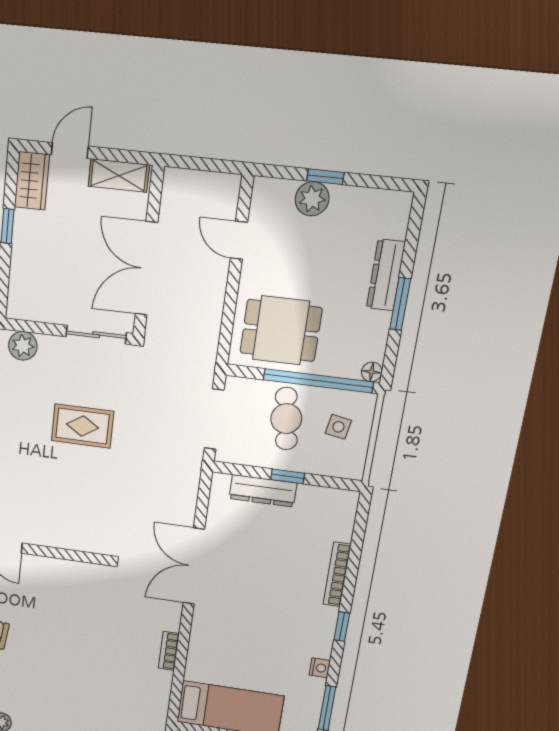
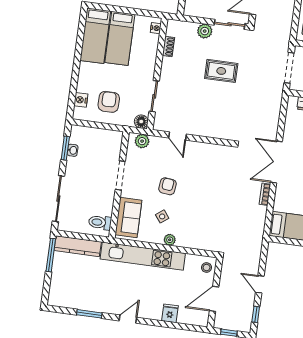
plant: (23, 346) -> (205, 31), moved
double door: (194, 566) -> (276, 162), moved

